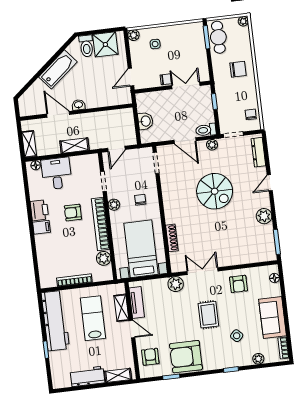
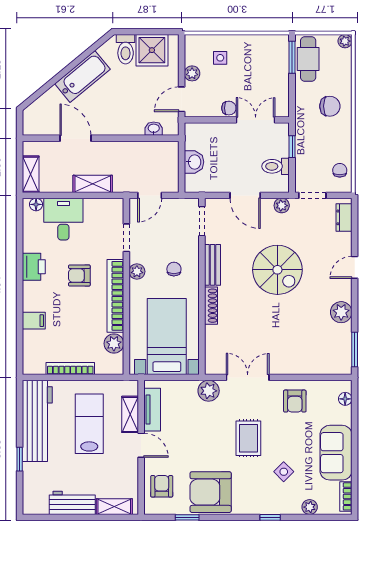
plant: (133, 35) -> (192, 73), moved
washbasin: (78, 105) -> (154, 129), moved
toilet: (206, 130) -> (276, 166), moved
dresser: (258, 152) -> (344, 217), width x0.70
bench: (168, 193) -> (212, 265), added
filing cabinet: (41, 227) -> (34, 321), moved
shoe rack: (172, 238) -> (211, 306), moved

